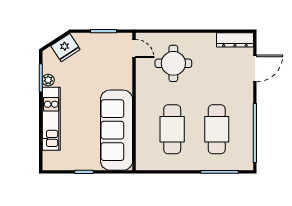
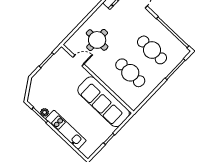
fridge: (65, 48) -> (36, 88), removed
door: (134, 48) -> (78, 61), moved

